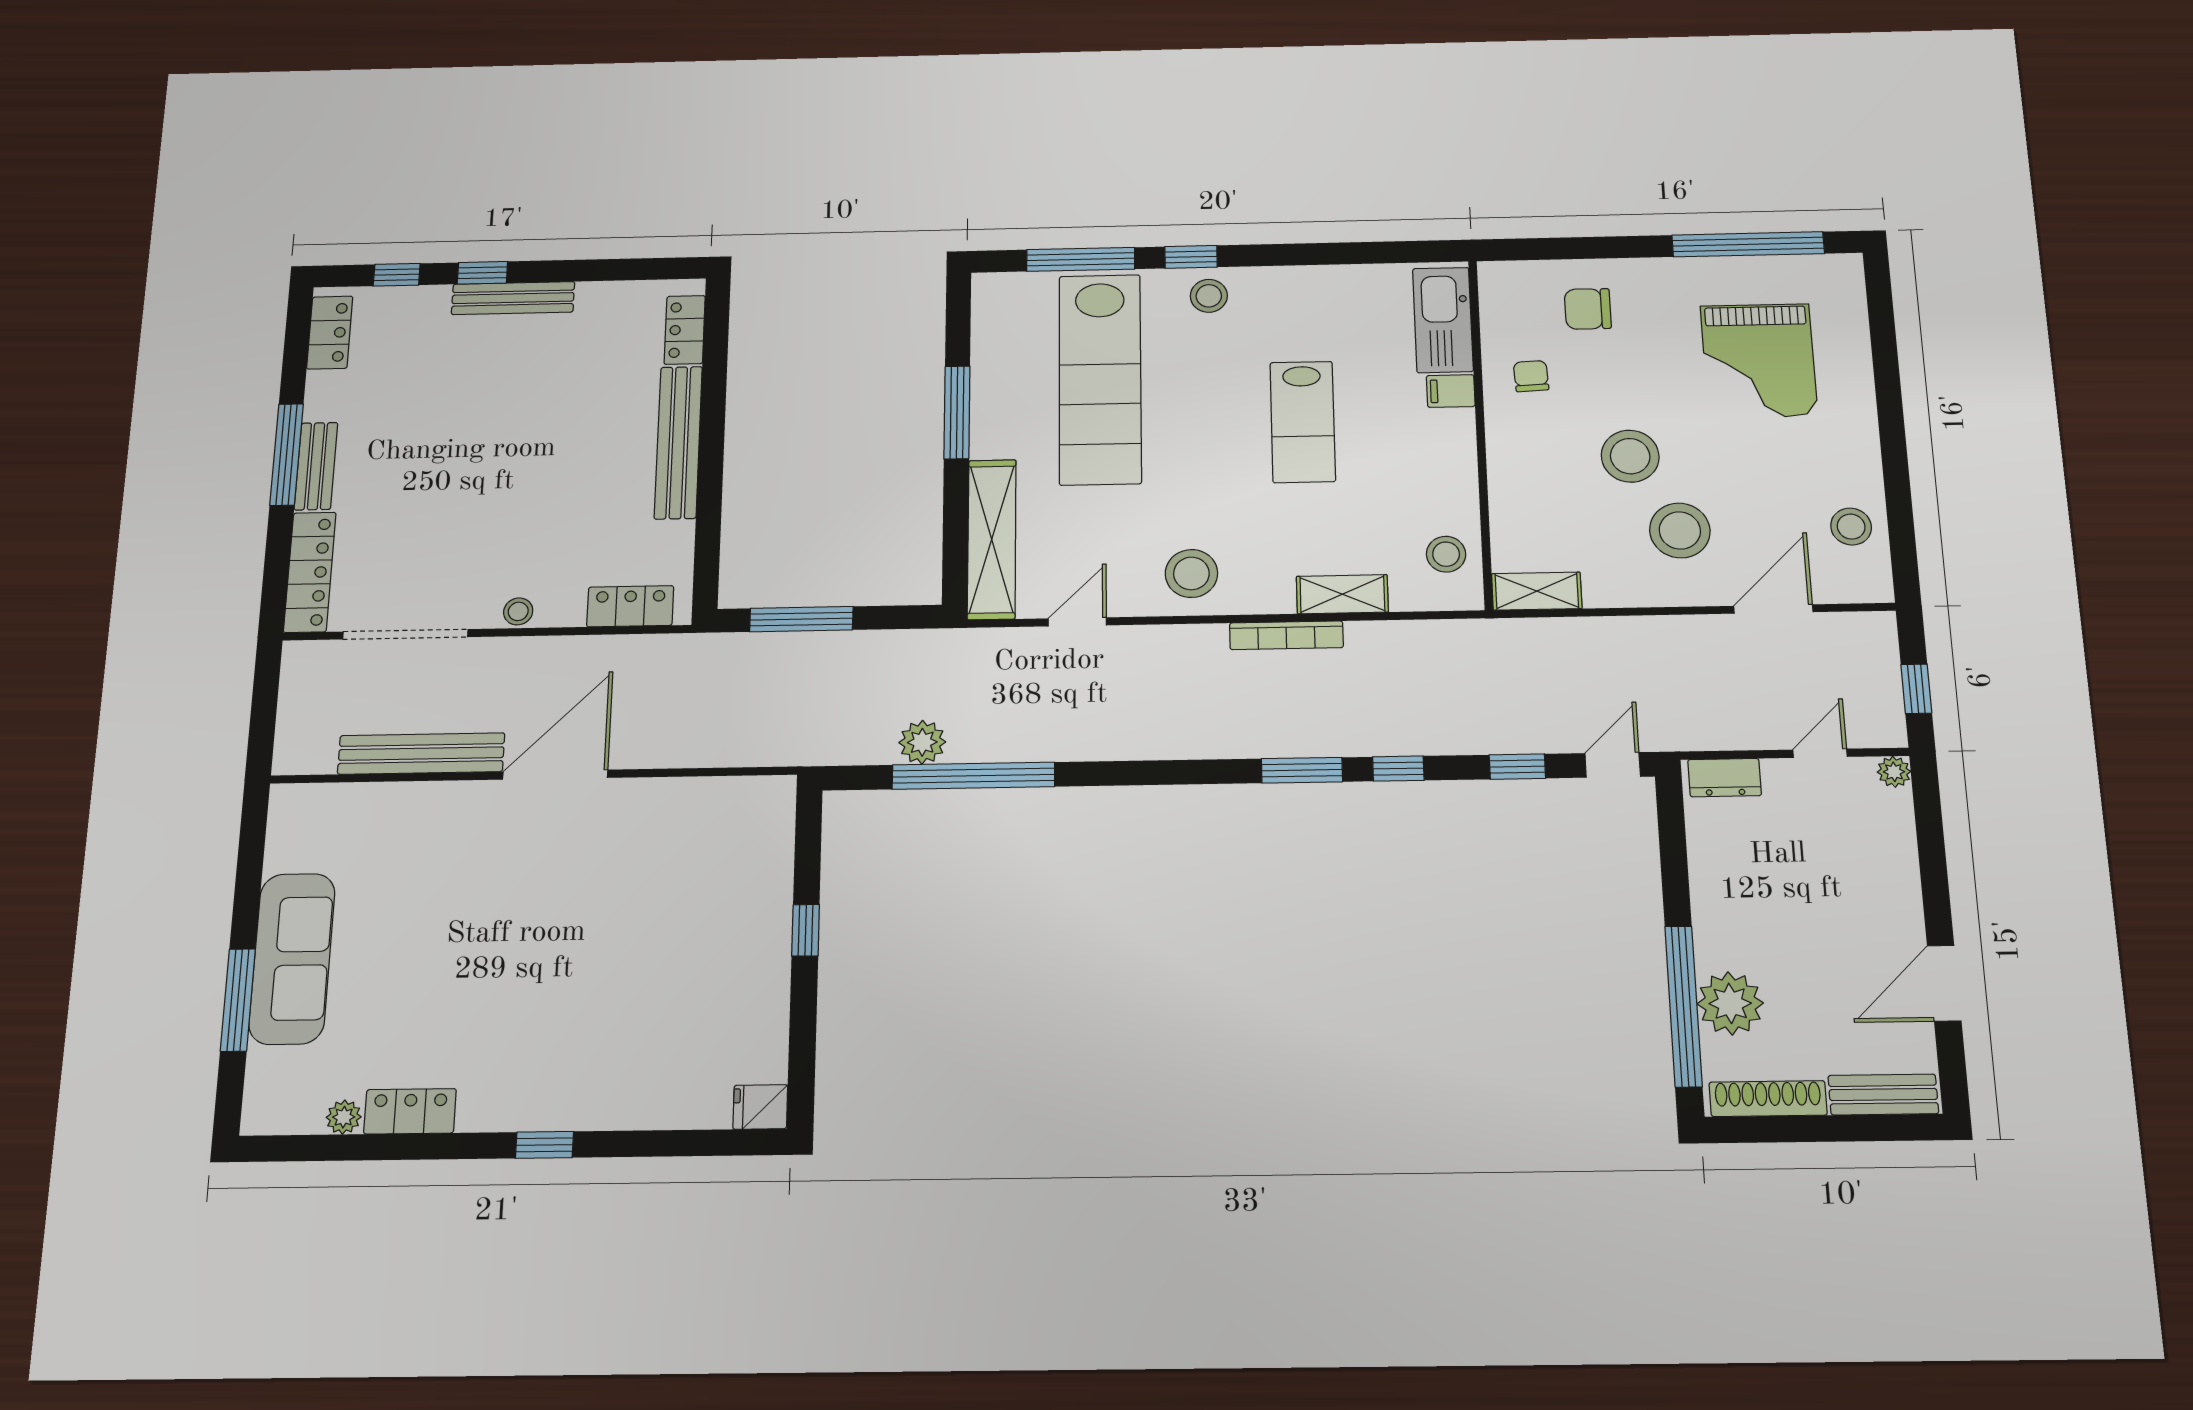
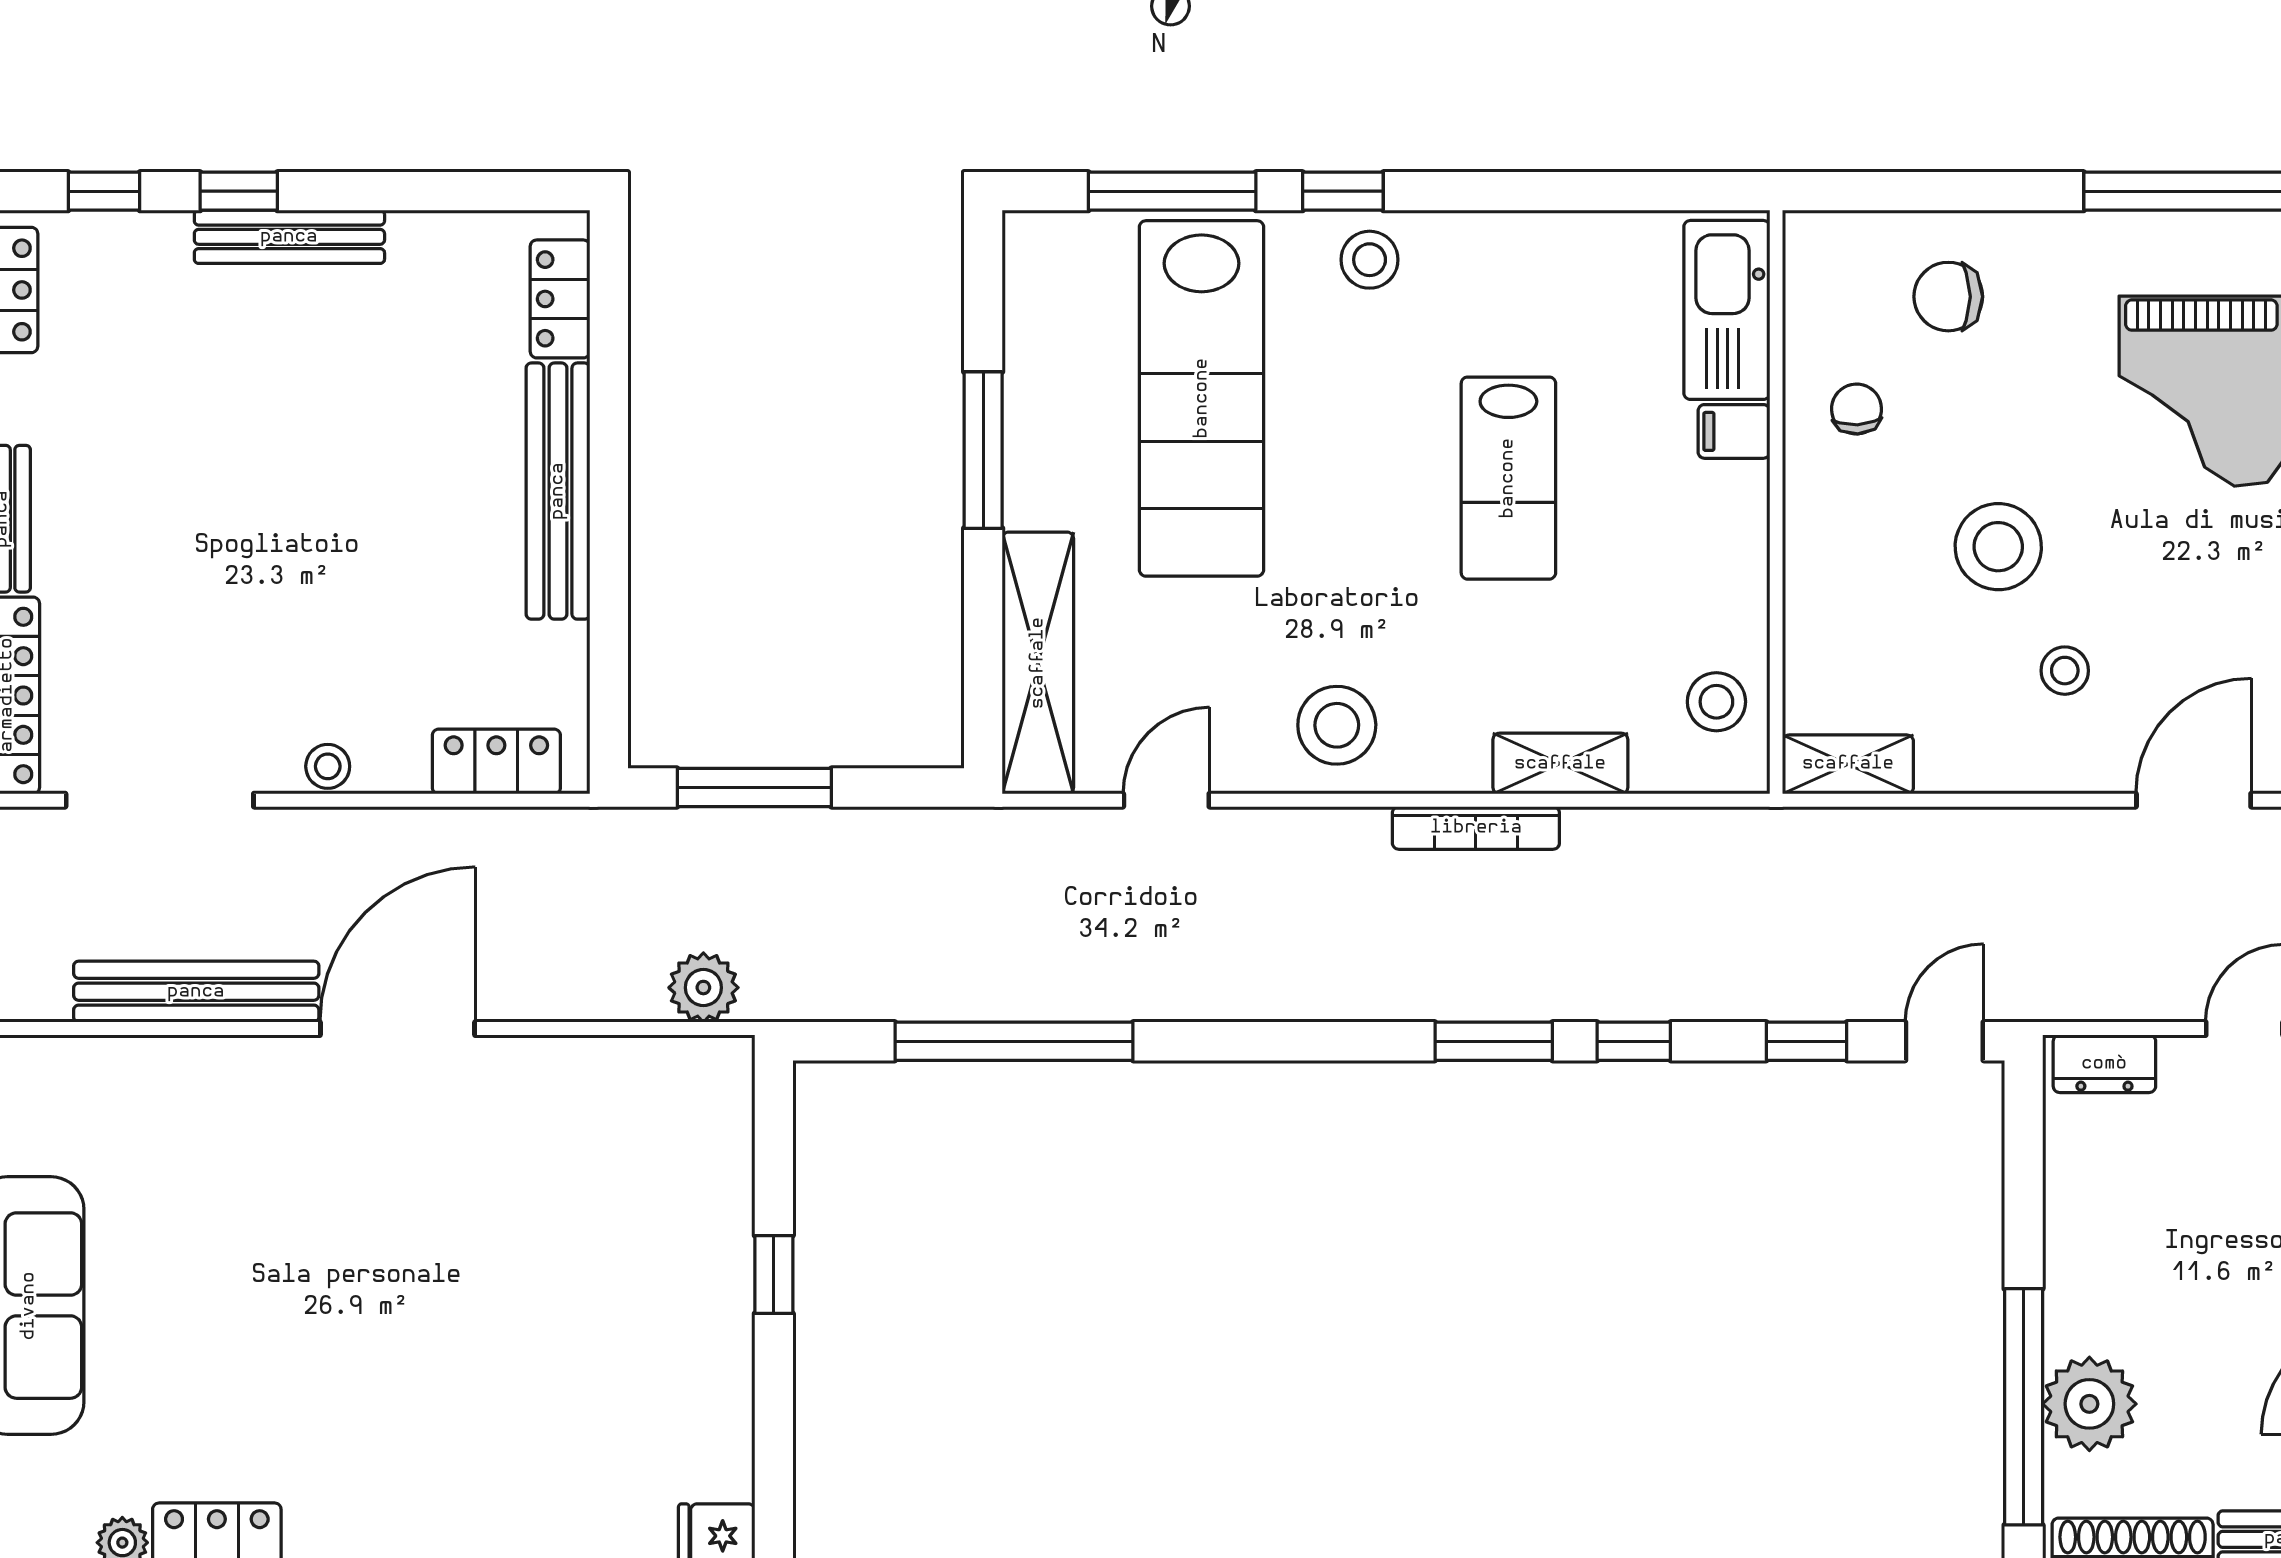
stool: (1680, 531) -> (2065, 671), width x0.53, depth x0.53
plant: (922, 742) -> (703, 988), moved

